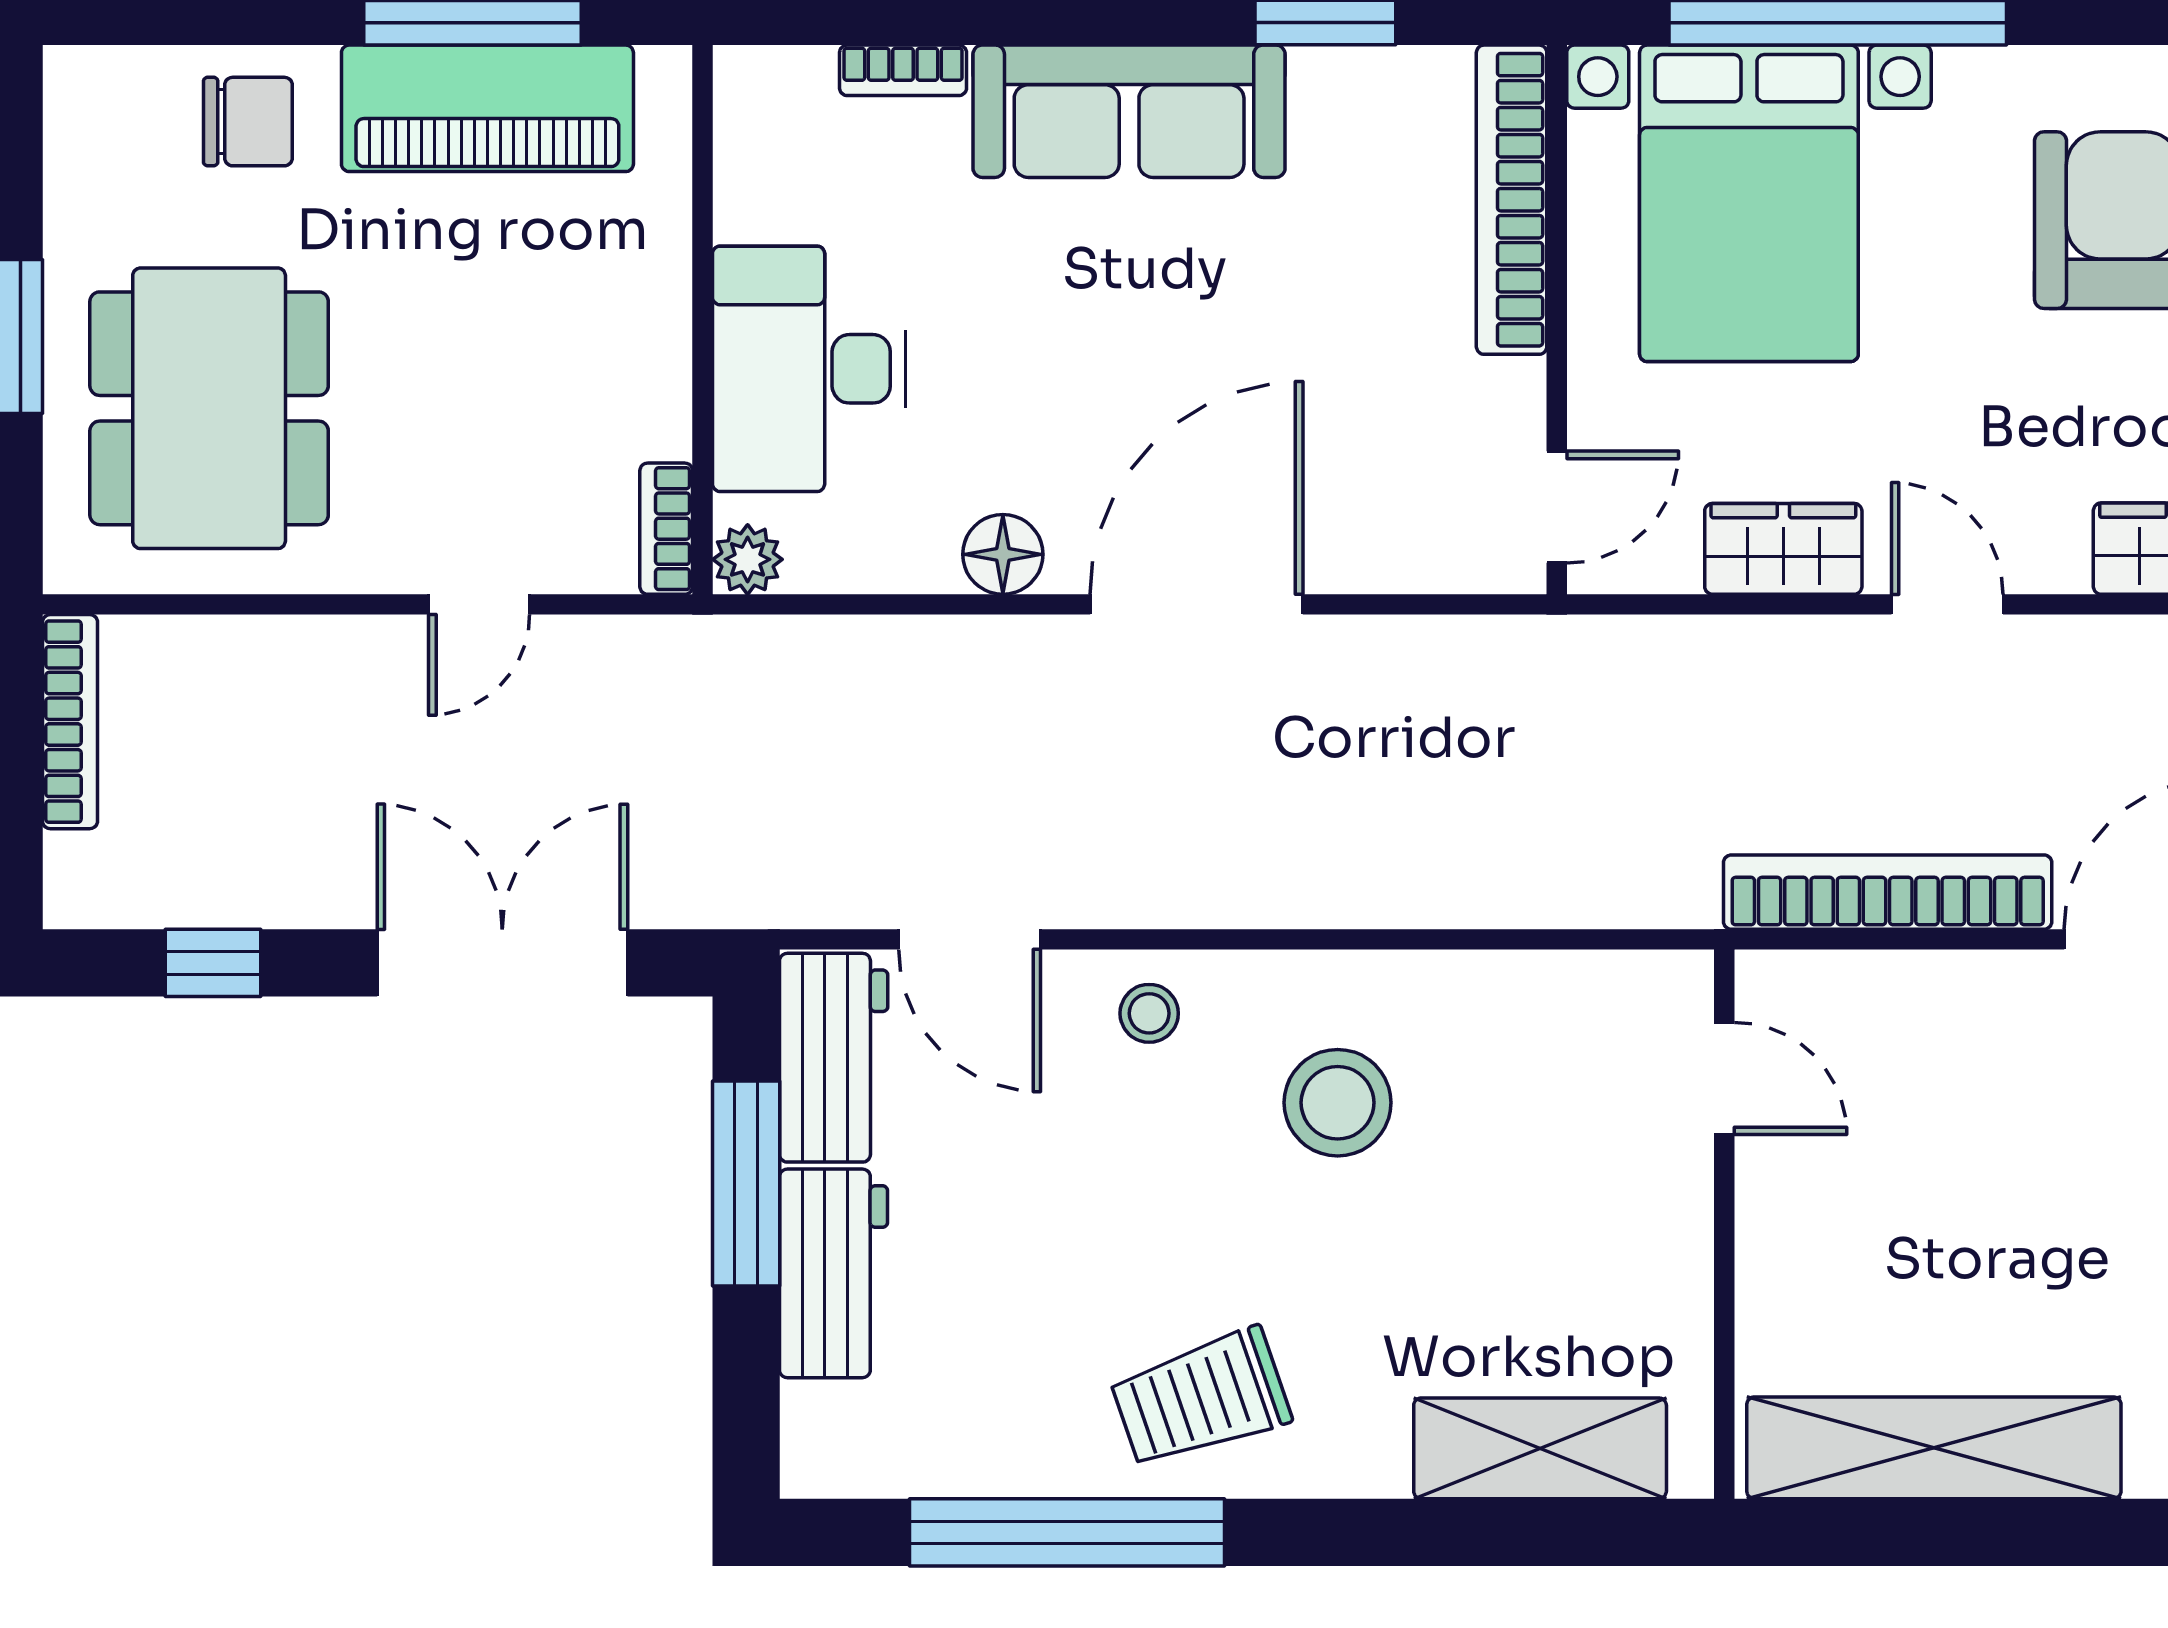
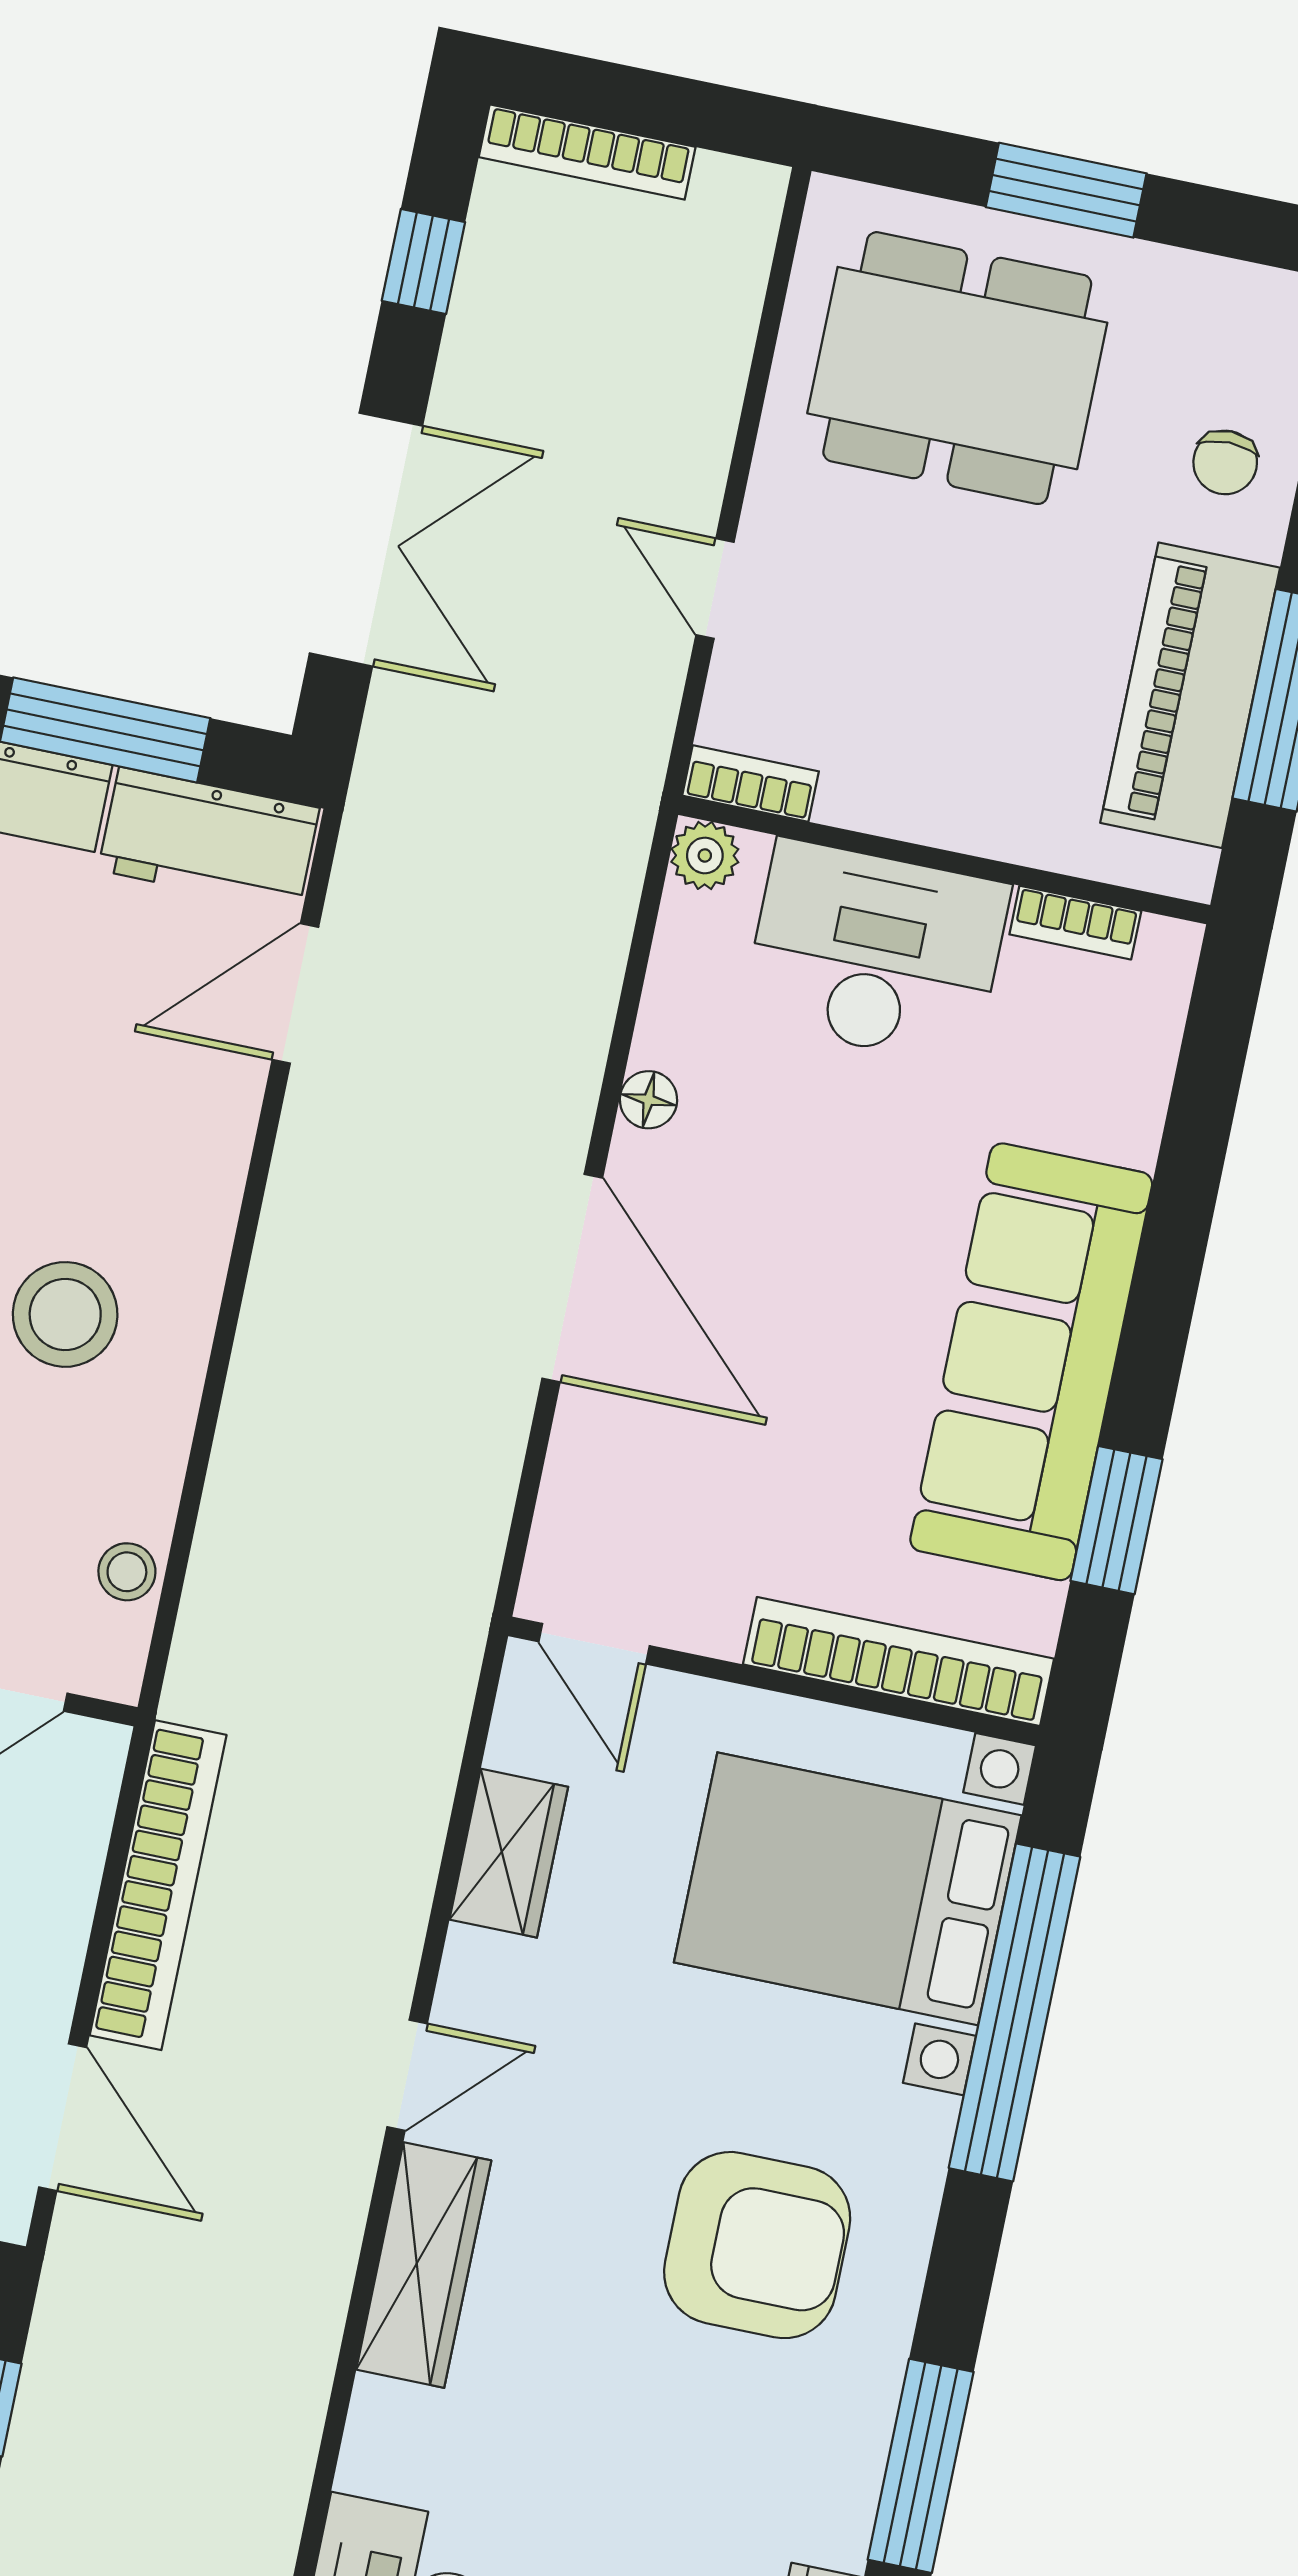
bookcase: (903, 70) -> (1075, 923), moved, turned -90
sofa: (1129, 111) -> (1031, 1362), width x1.36, depth x1.27
chair: (248, 122) -> (1225, 462), width x0.73, depth x0.73
floor lamp: (1003, 554) -> (648, 1100), width x0.73, depth x0.73
door: (1947, 604) -> (407, 2075), moved
bookcase: (70, 722) -> (587, 152), moved
stool: (1149, 1013) -> (127, 1572), moved

